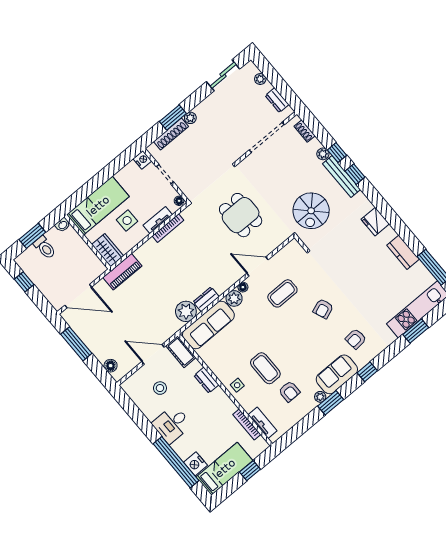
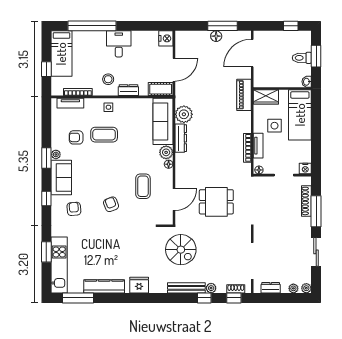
sliding door: (223, 75) -> (316, 252), moved
window: (173, 117) -> (316, 211), width x1.44
plant: (190, 118) -> (306, 288), moved
window: (355, 174) -> (234, 298), moved
spiral stairs: (311, 211) -> (181, 250), turned 180
kitchen counter: (403, 252) -> (104, 286), width x1.50
door: (257, 266) -> (174, 200), moved
dresser: (206, 299) -> (181, 138), width x1.44
floor lamp: (111, 366) -> (216, 36), moved
stool: (160, 388) -> (108, 79), moved
nightstand: (195, 464) -> (166, 38), moved, turned 90

